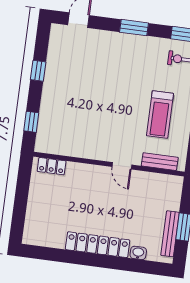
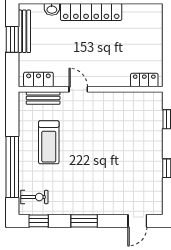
treadmill: (160, 115) -> (49, 142), turned 180
locker: (162, 181) -> (38, 80), added

